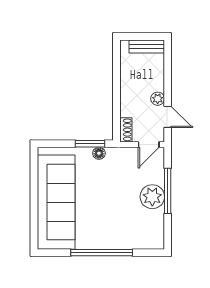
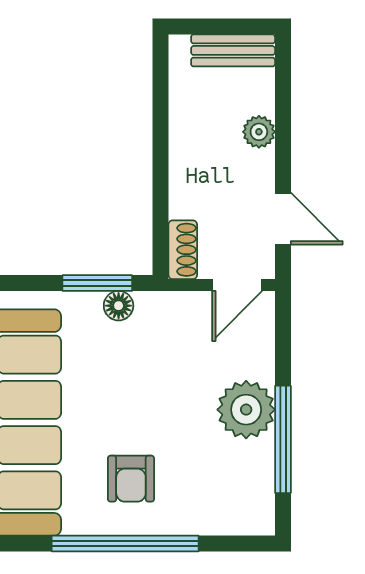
plant: (158, 99) -> (259, 132), moved
window: (168, 191) -> (283, 439), moved
armchair: (104, 226) -> (131, 479), added

